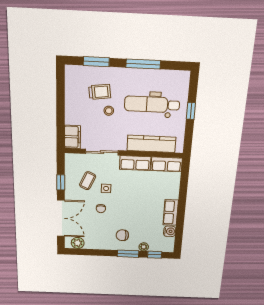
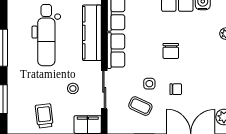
trolley: (100, 92) -> (44, 116), moved
stool: (109, 111) -> (73, 88), moved
chair: (122, 235) -> (171, 51), moved

